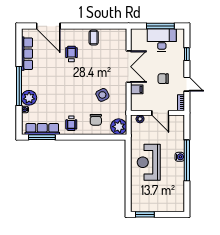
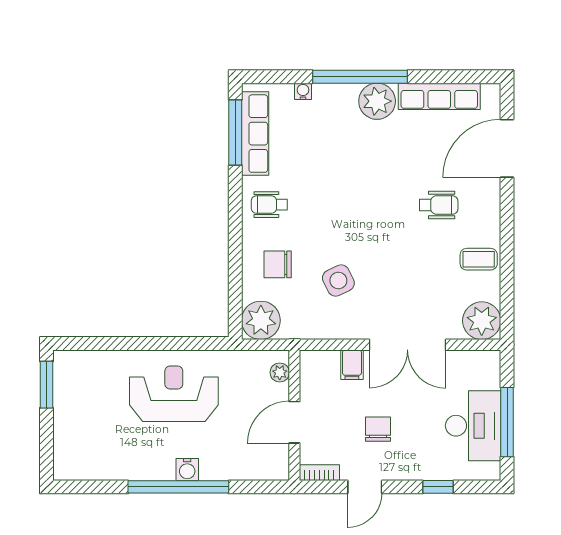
plant: (119, 36) -> (482, 321), added
plant: (29, 98) -> (377, 101), moved

